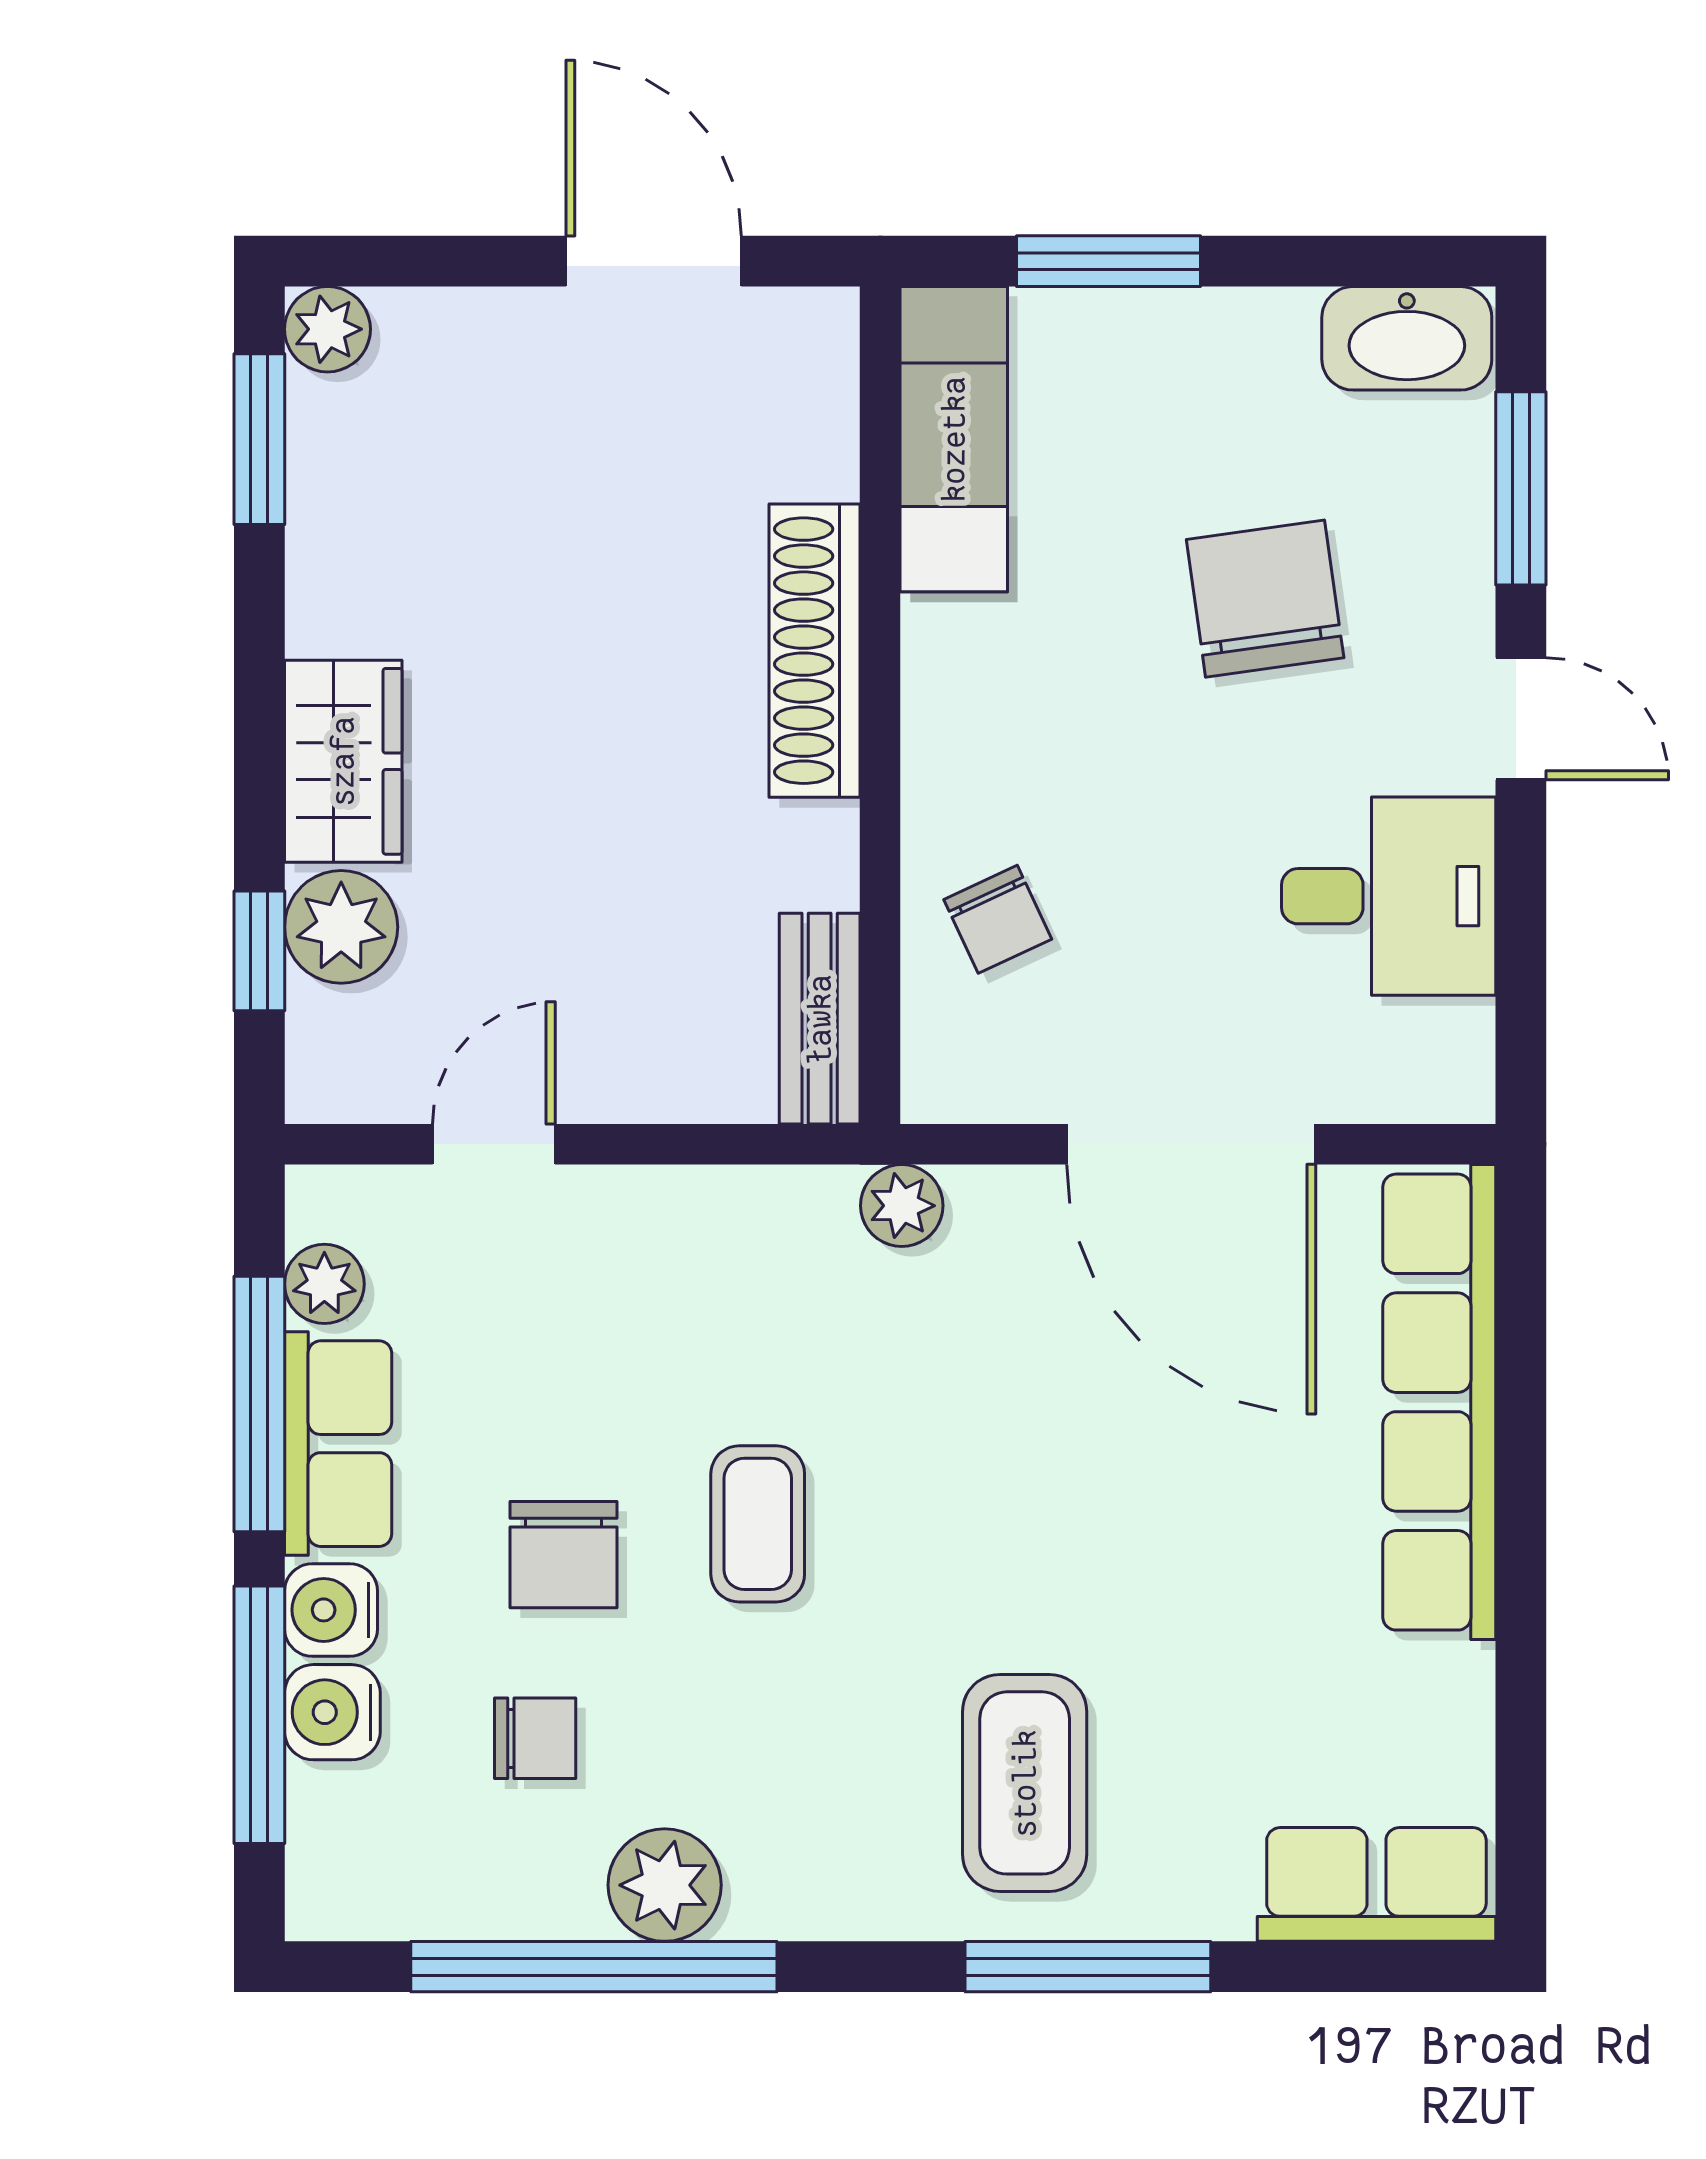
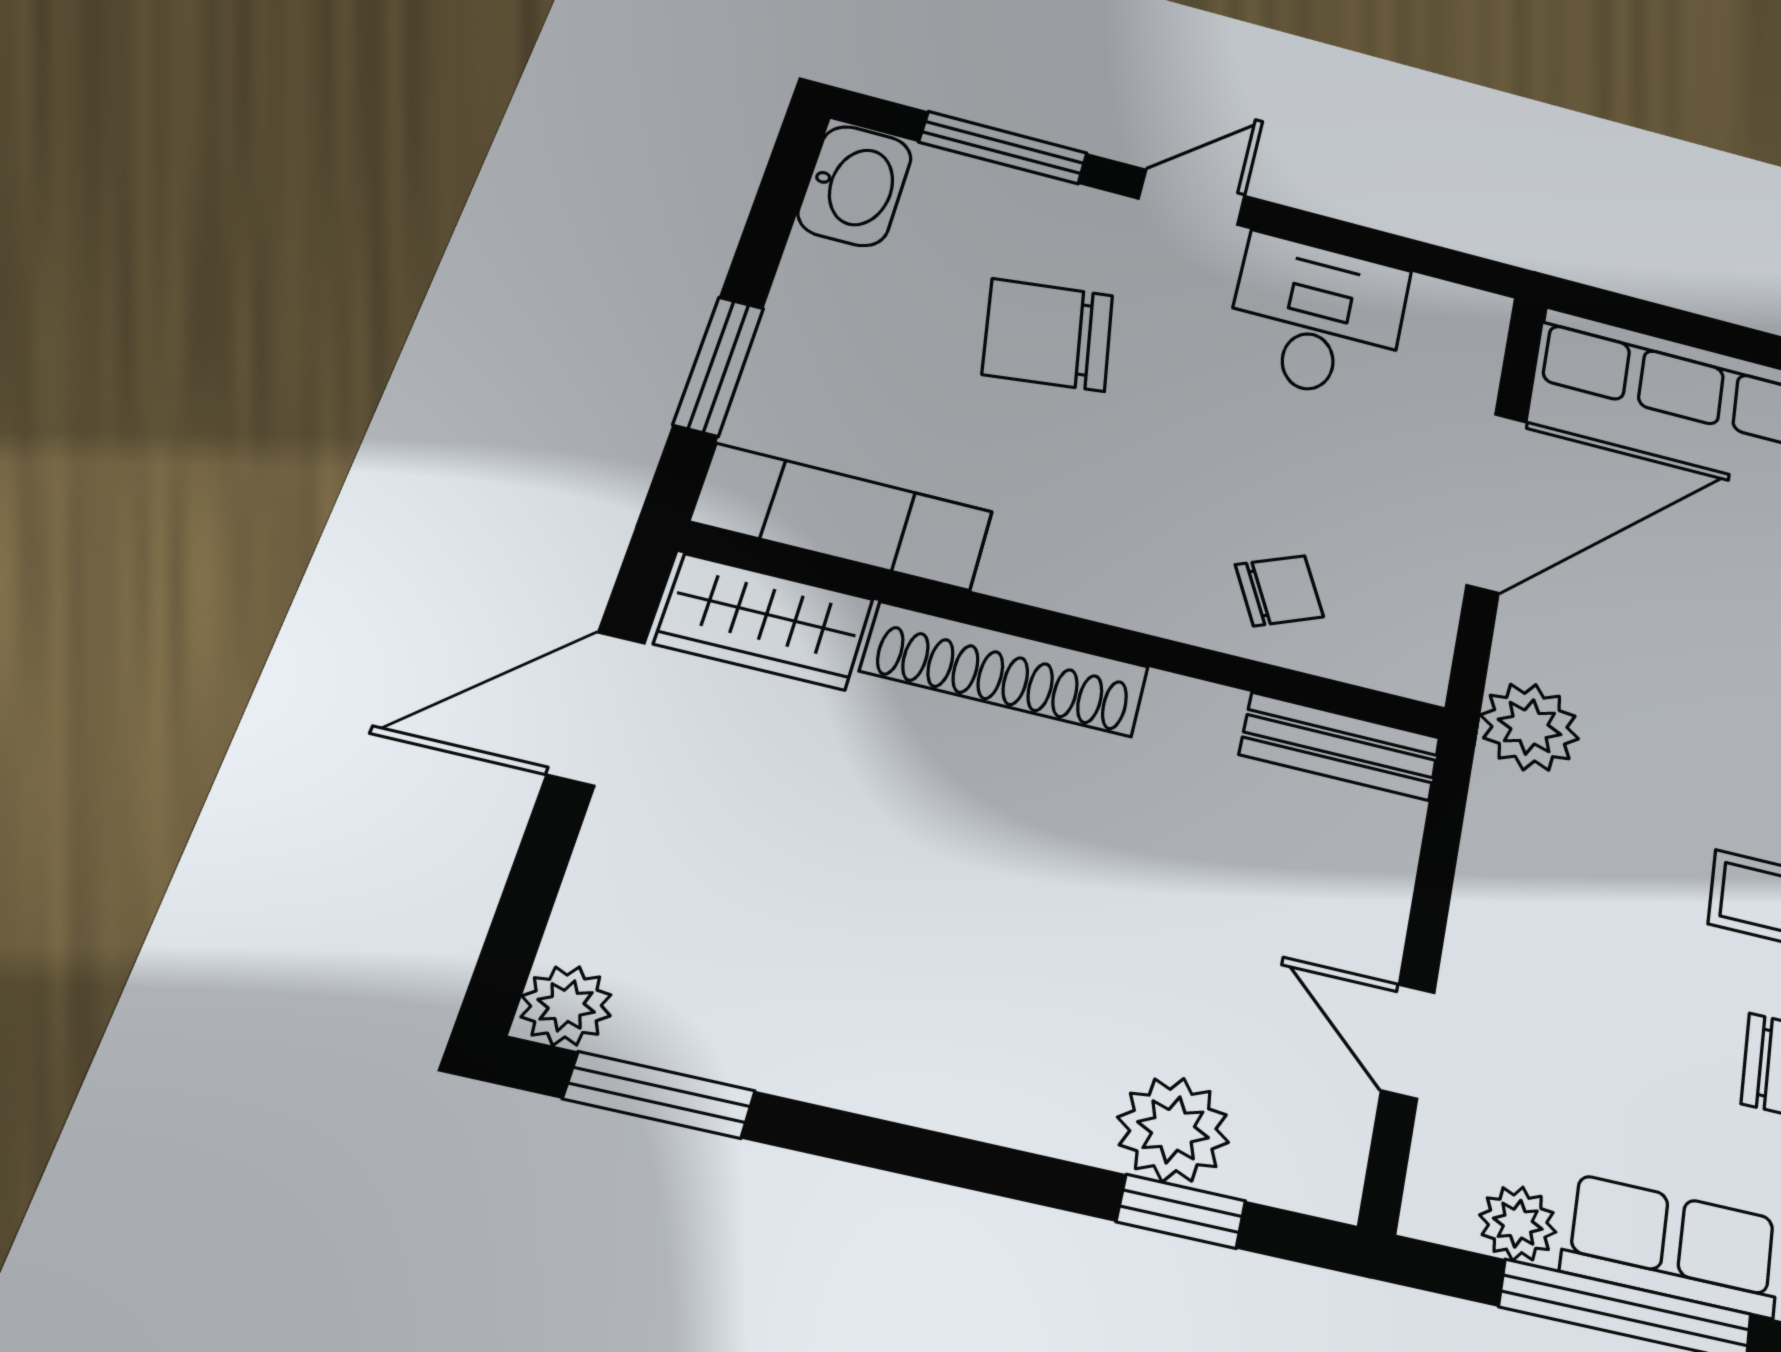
wardrobe: (343, 761) -> (764, 622), moved, turned 180
plant: (902, 1206) -> (1530, 727), width x1.38, depth x1.38

